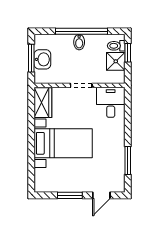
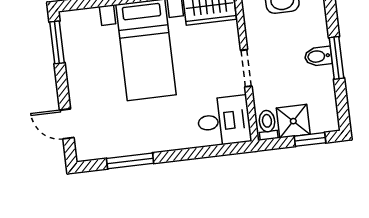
window: (81, 31) -> (337, 58), width x0.47
toilet: (116, 46) -> (267, 125), moved
window: (70, 195) -> (57, 42), moved

